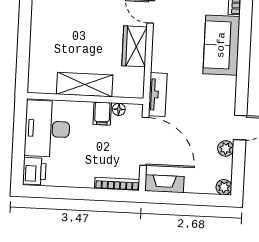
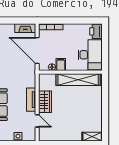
shelving: (85, 85) -> (78, 80), width x1.47
tv unit: (158, 95) -> (31, 100), moved

